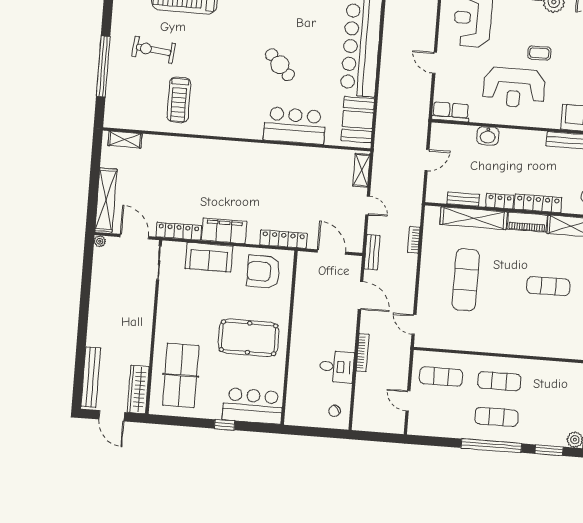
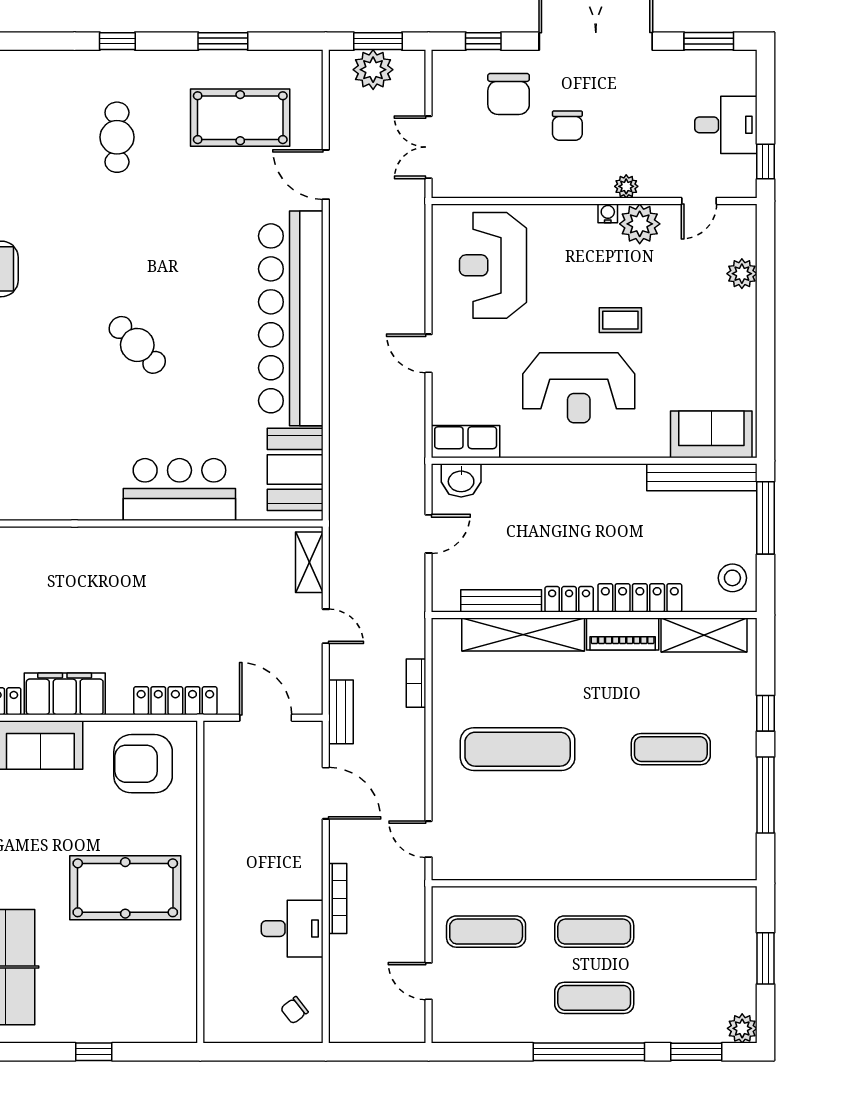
cafe table: (280, 65) -> (137, 345), moved
washbasin: (488, 136) -> (461, 480), moved
bench: (463, 199) -> (501, 601), width x1.36
exercise mat: (466, 280) -> (518, 749), turned 90
bar counter: (253, 406) -> (143, 1013), removed

